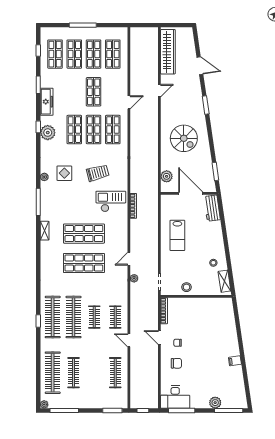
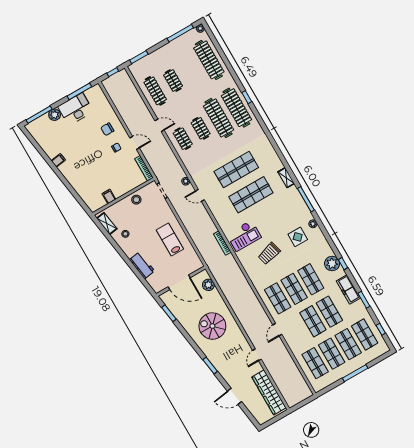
shop shelf: (74, 92) -> (329, 312), added
workbench: (212, 208) -> (142, 265), moved
door: (129, 259) -> (200, 195), swing flipped
filing cabinet: (209, 304) -> (109, 197), added
clothes rail: (74, 373) -> (173, 81), moved, width x0.73
desk: (175, 397) -> (75, 109), moved

